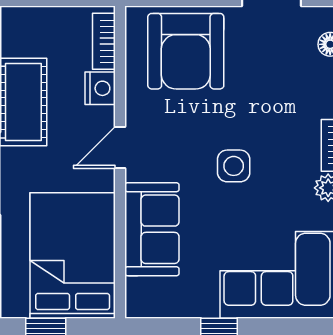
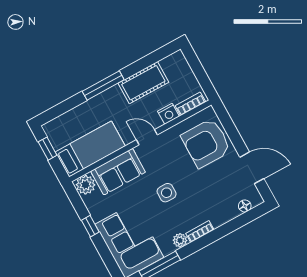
bed: (73, 256) -> (90, 149), width x0.67
plant: (144, 297) -> (86, 185), added

